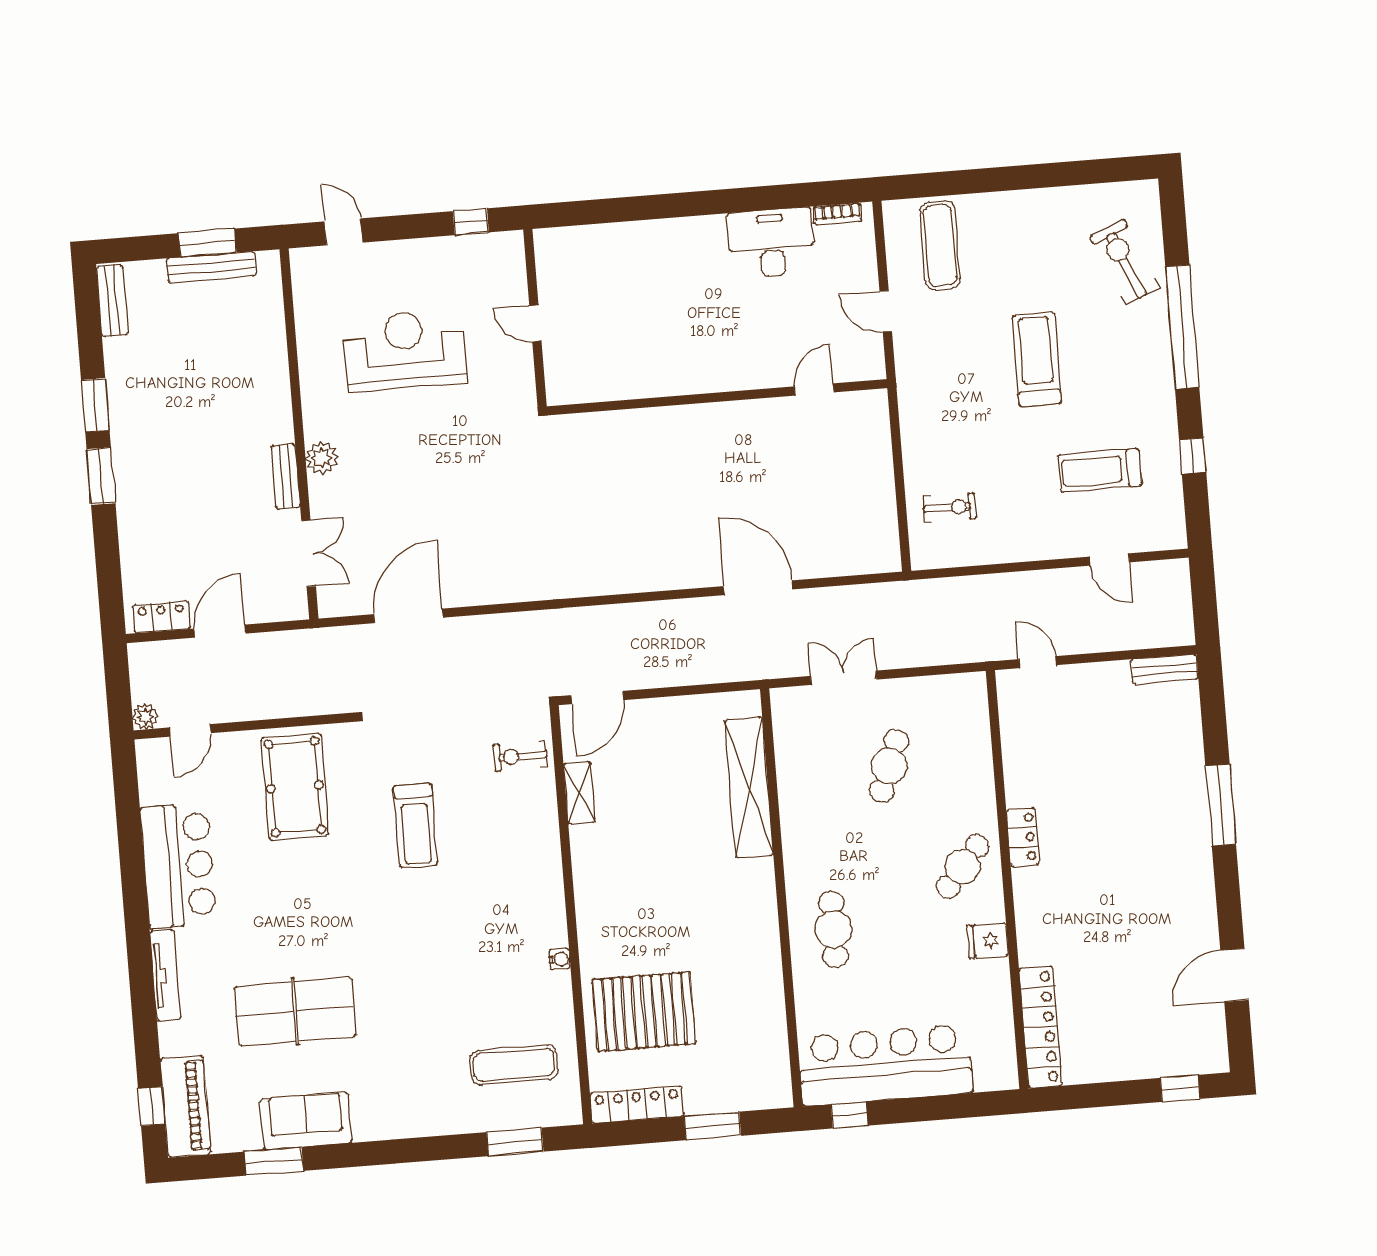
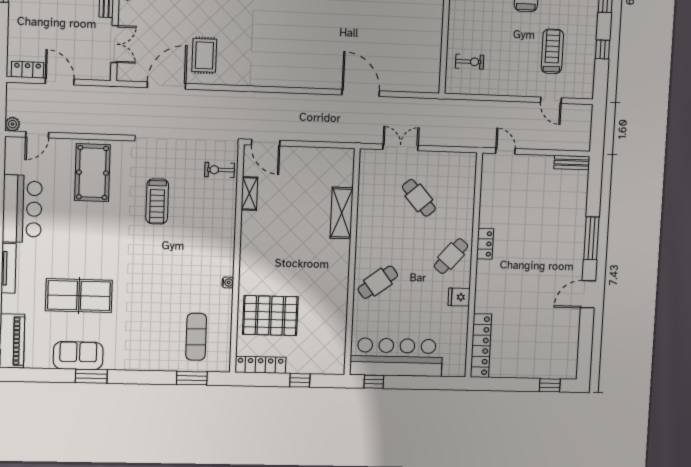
treadmill: (1100, 470) -> (552, 51), turned 90
rug: (469, 554) -> (204, 55), added
door: (220, 631) -> (60, 81), hinge flipped
door: (598, 698) -> (266, 143), hinge flipped
cafe table: (889, 766) -> (419, 198), turned -62
shelving: (749, 787) -> (342, 213), width x0.68
cafe table: (833, 929) -> (378, 282), turned 53
door: (1234, 975) -> (588, 294), moved
exercise mat: (514, 1065) -> (196, 337), turned 90
window: (713, 1126) -> (300, 380), width x0.67
window: (274, 1161) -> (91, 376), moved

